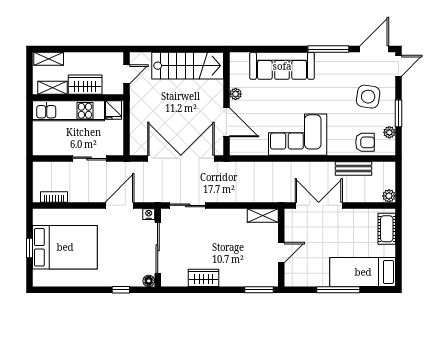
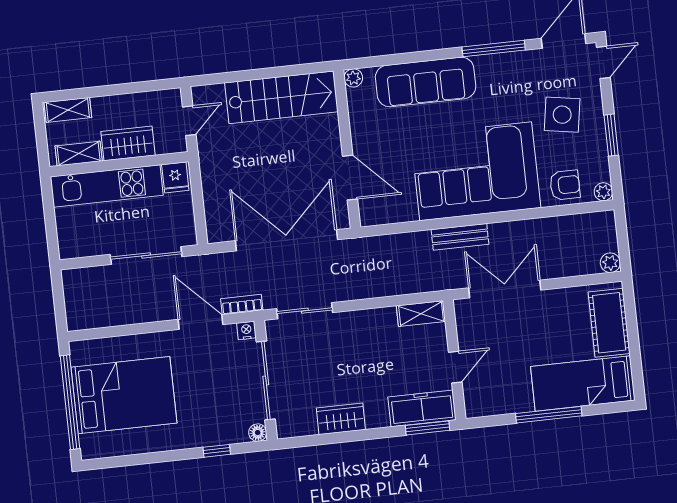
plant: (236, 94) -> (353, 78), moved
plant: (389, 132) -> (603, 192), moved
corner sofa: (298, 135) -> (476, 171), width x1.36, depth x1.36
sliding door: (89, 158) -> (146, 255), width x1.37
bench: (354, 169) -> (460, 237), moved
bookcase: (54, 197) -> (242, 305), moved
door: (120, 205) -> (200, 322), hinge flipped
cot: (387, 229) -> (609, 323), width x1.37, depth x1.34
window: (29, 248) -> (70, 402), width x3.17
freezer: (257, 277) -> (422, 408), added

